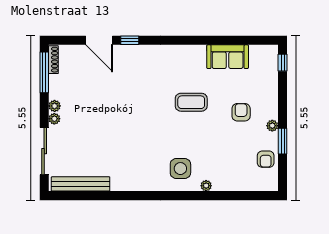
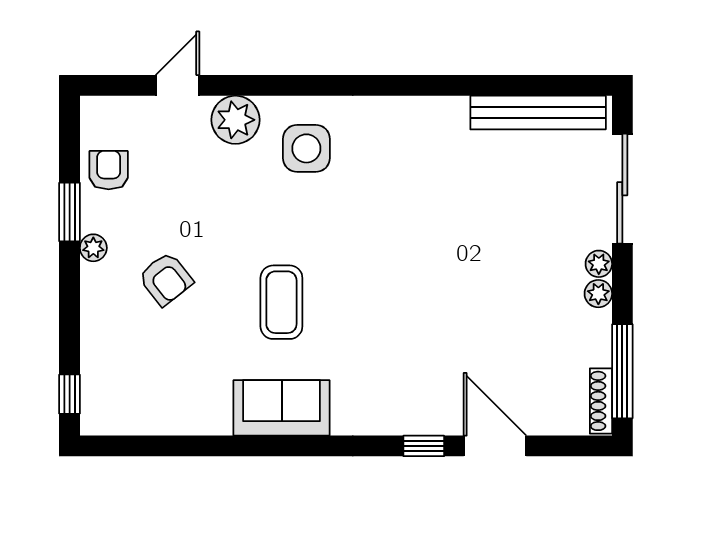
sofa: (228, 57) -> (282, 408), moved
coffee table: (191, 102) -> (281, 302), turned 90
armchair: (241, 112) -> (166, 279), turned -38
plant: (206, 186) -> (235, 120), width x1.88, depth x1.88
door: (236, 196) -> (177, 85), added

